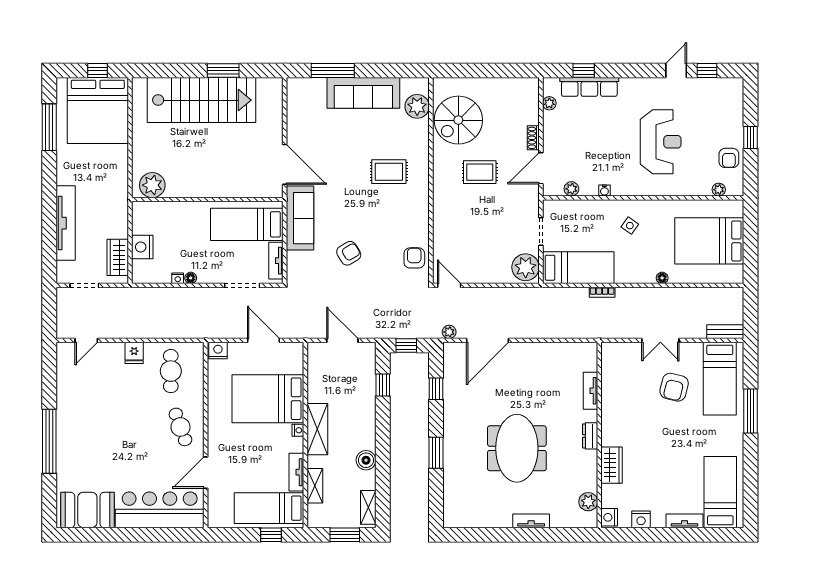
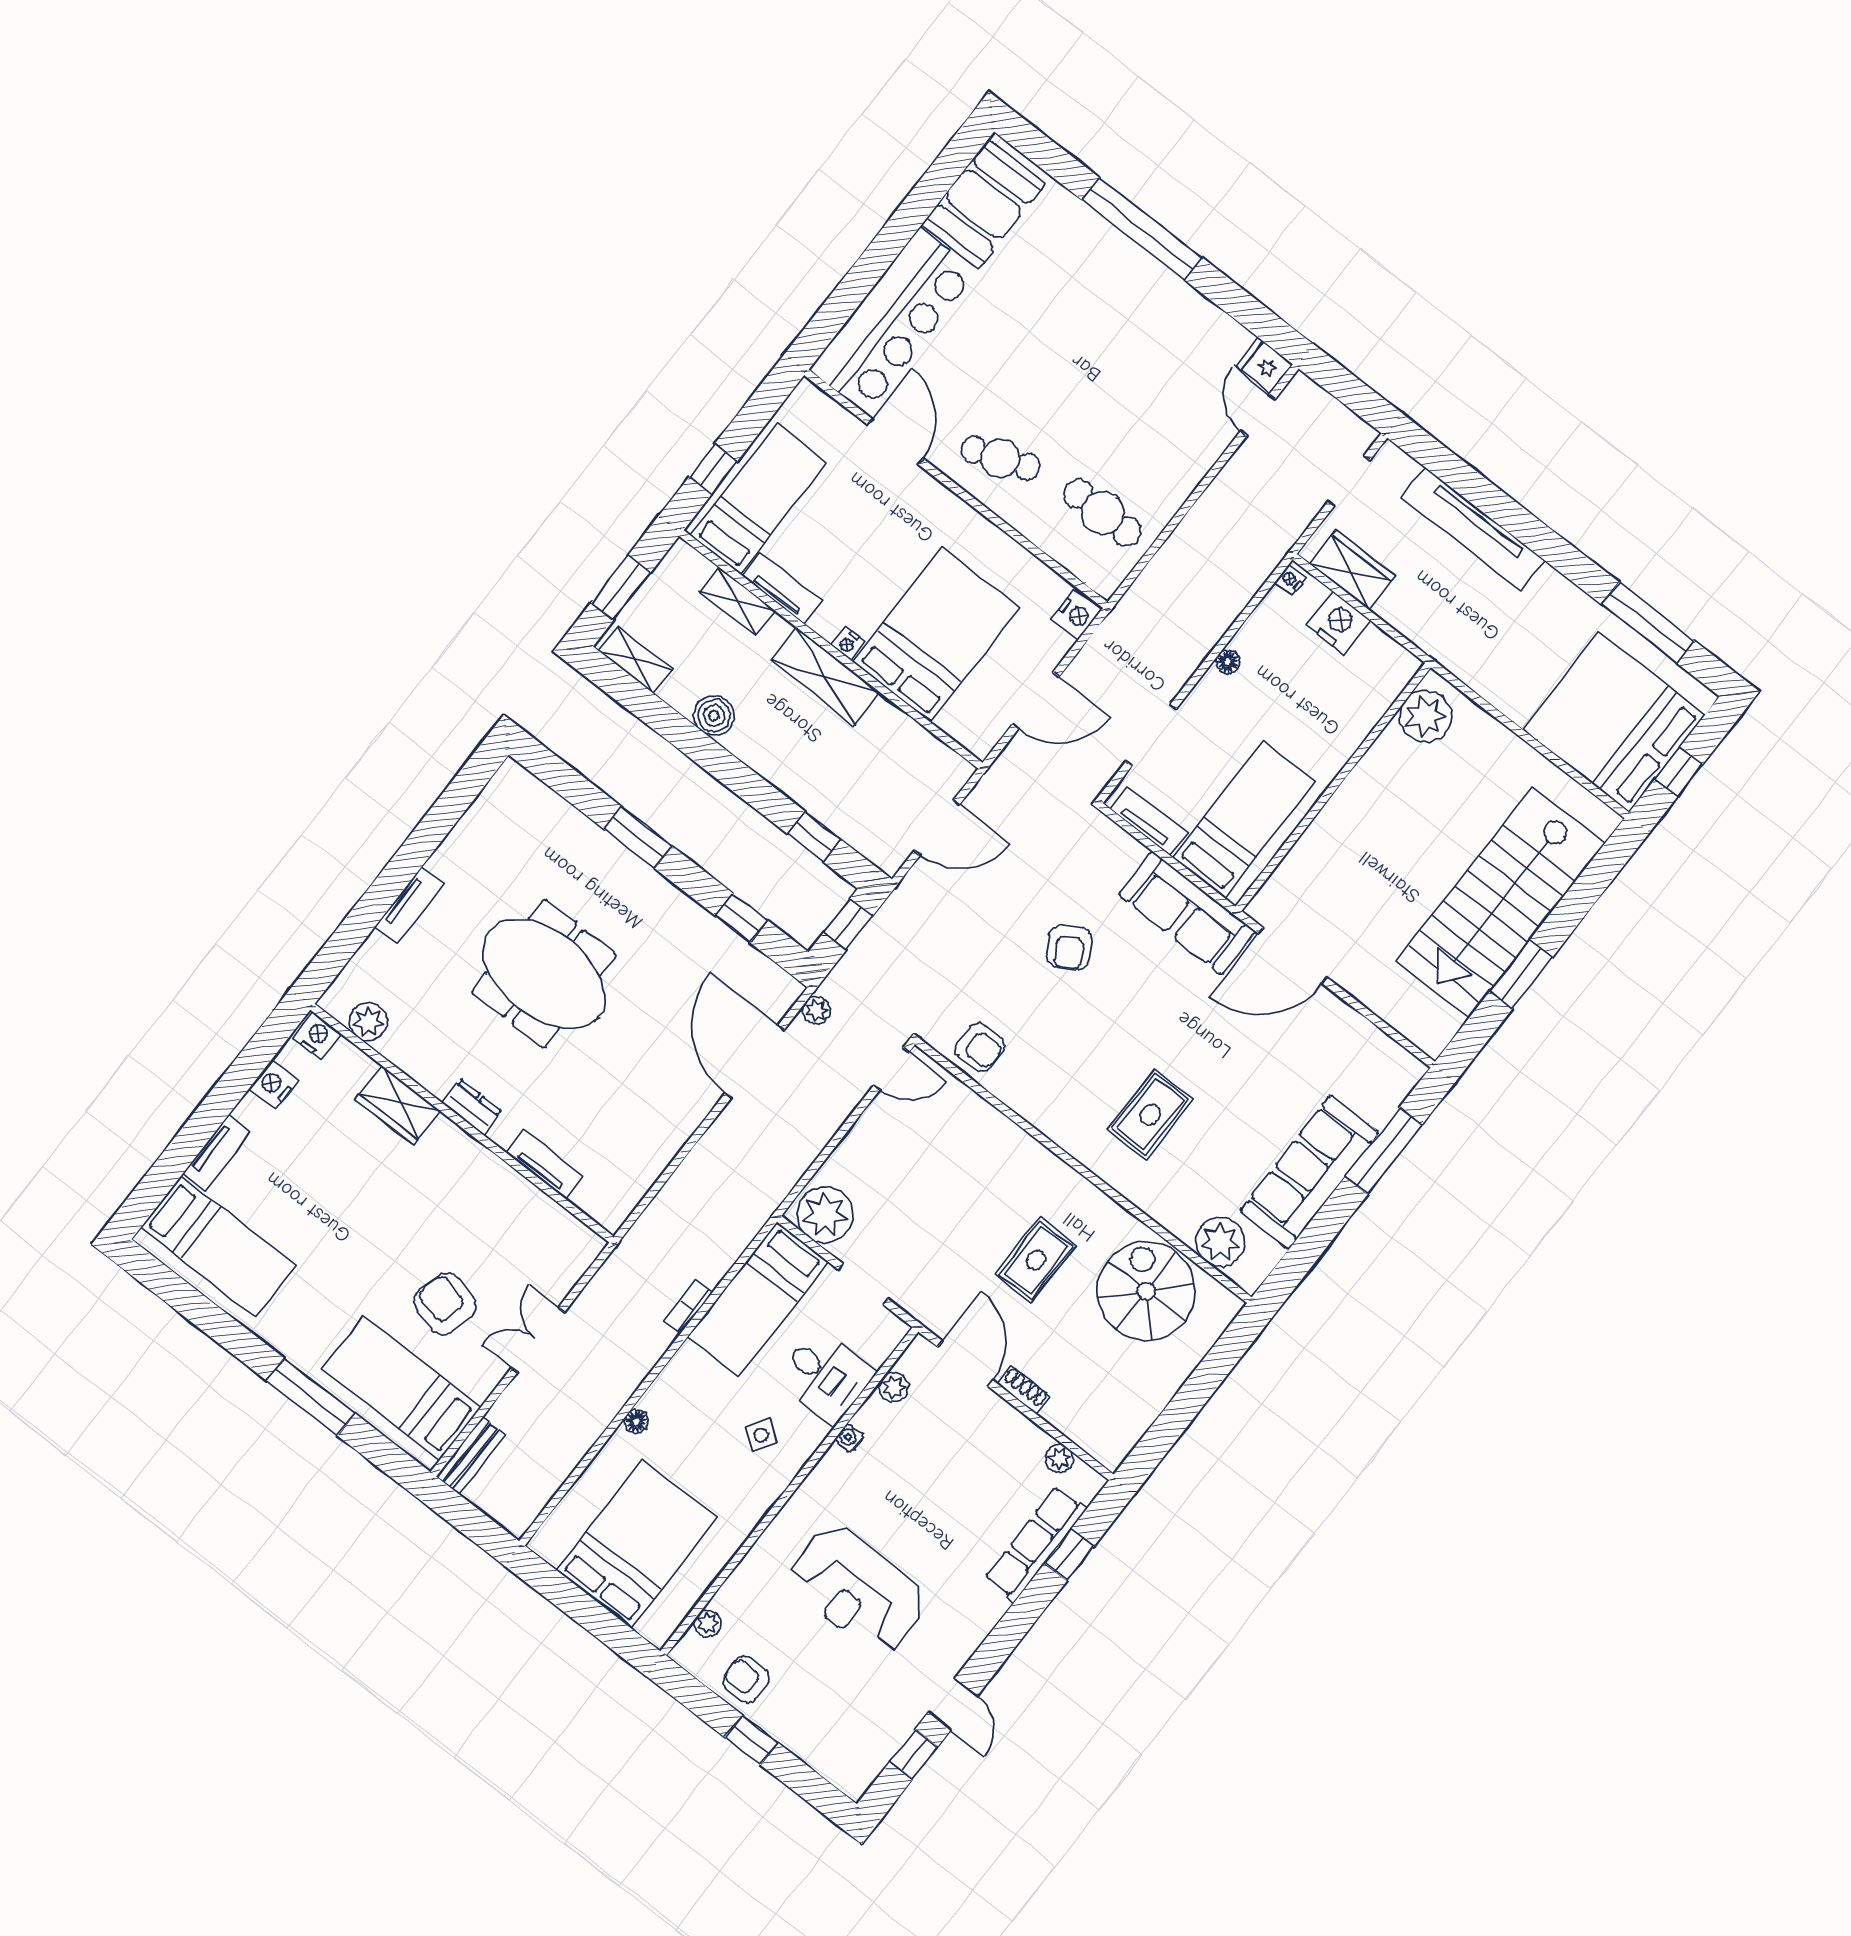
desk: (588, 219) -> (825, 1376), added
nightstand: (178, 278) -> (1291, 580), moved
fridge: (134, 353) -> (1265, 365), moved

